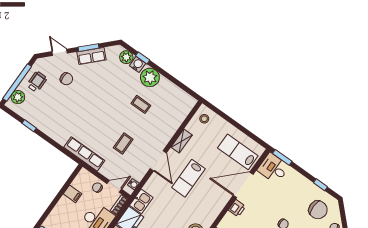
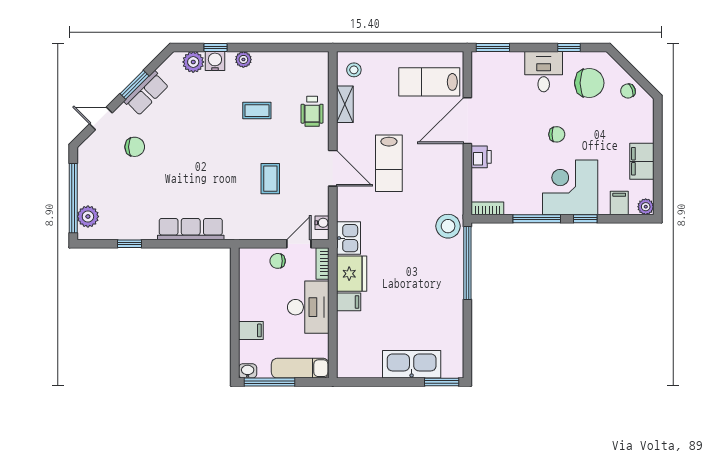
plant: (150, 77) -> (243, 59), width x0.53, depth x0.53
wheelchair: (37, 82) -> (312, 111), moved, turned 180
shelving: (182, 141) -> (345, 104), moved
row of seats: (84, 154) -> (191, 229), moved
desk: (273, 168) -> (544, 72), moved, turned 90
filing cabinet: (73, 194) -> (251, 330), moved

